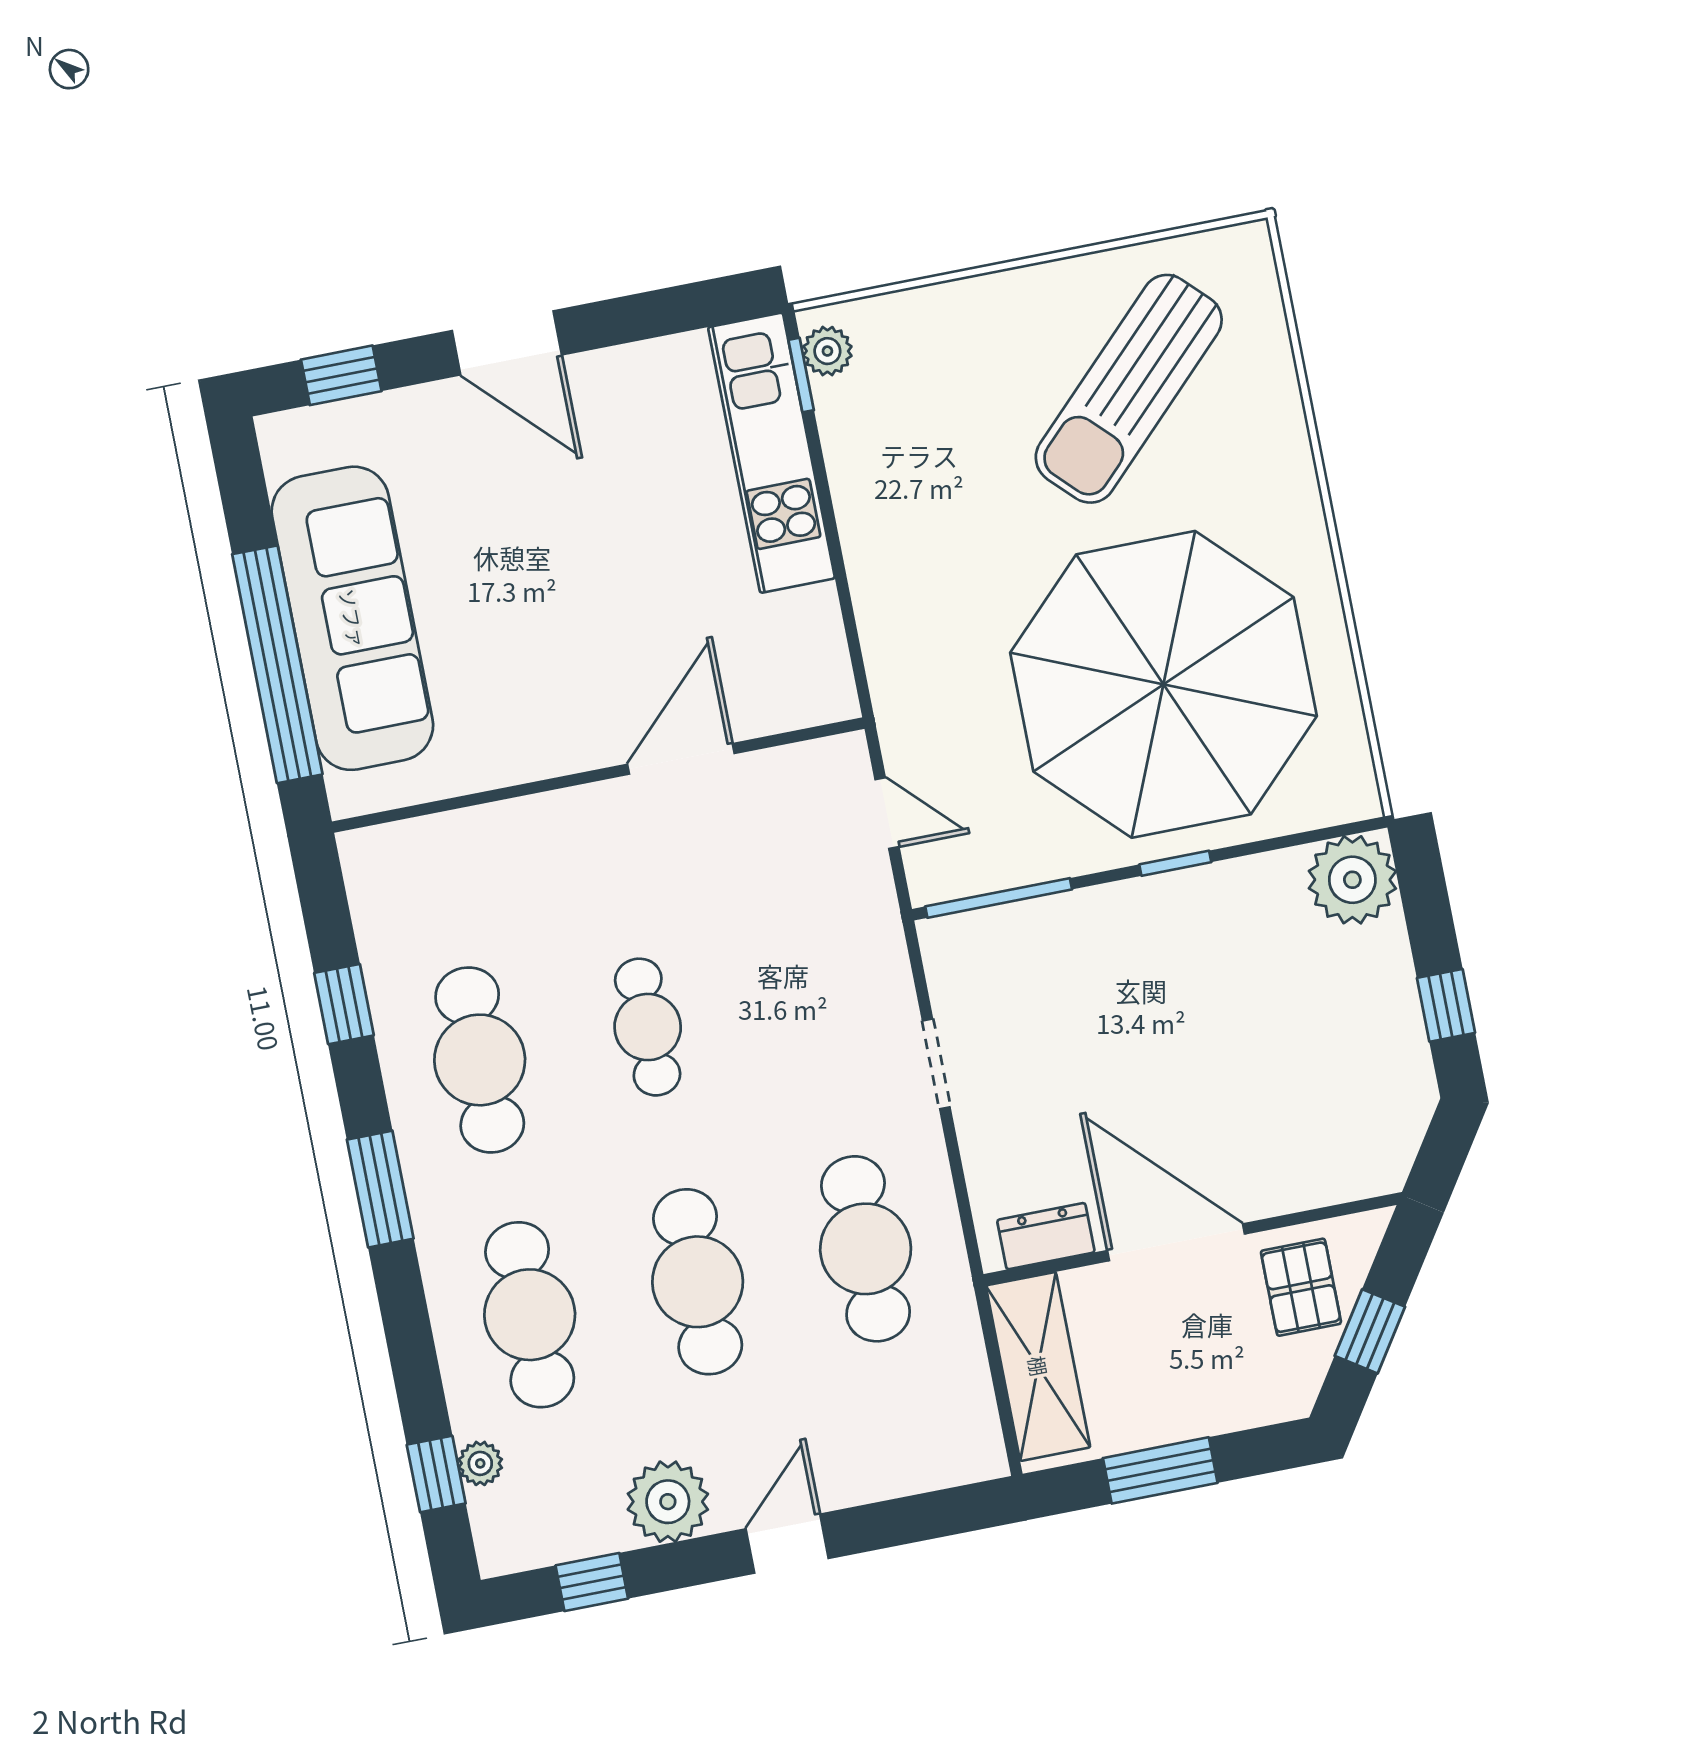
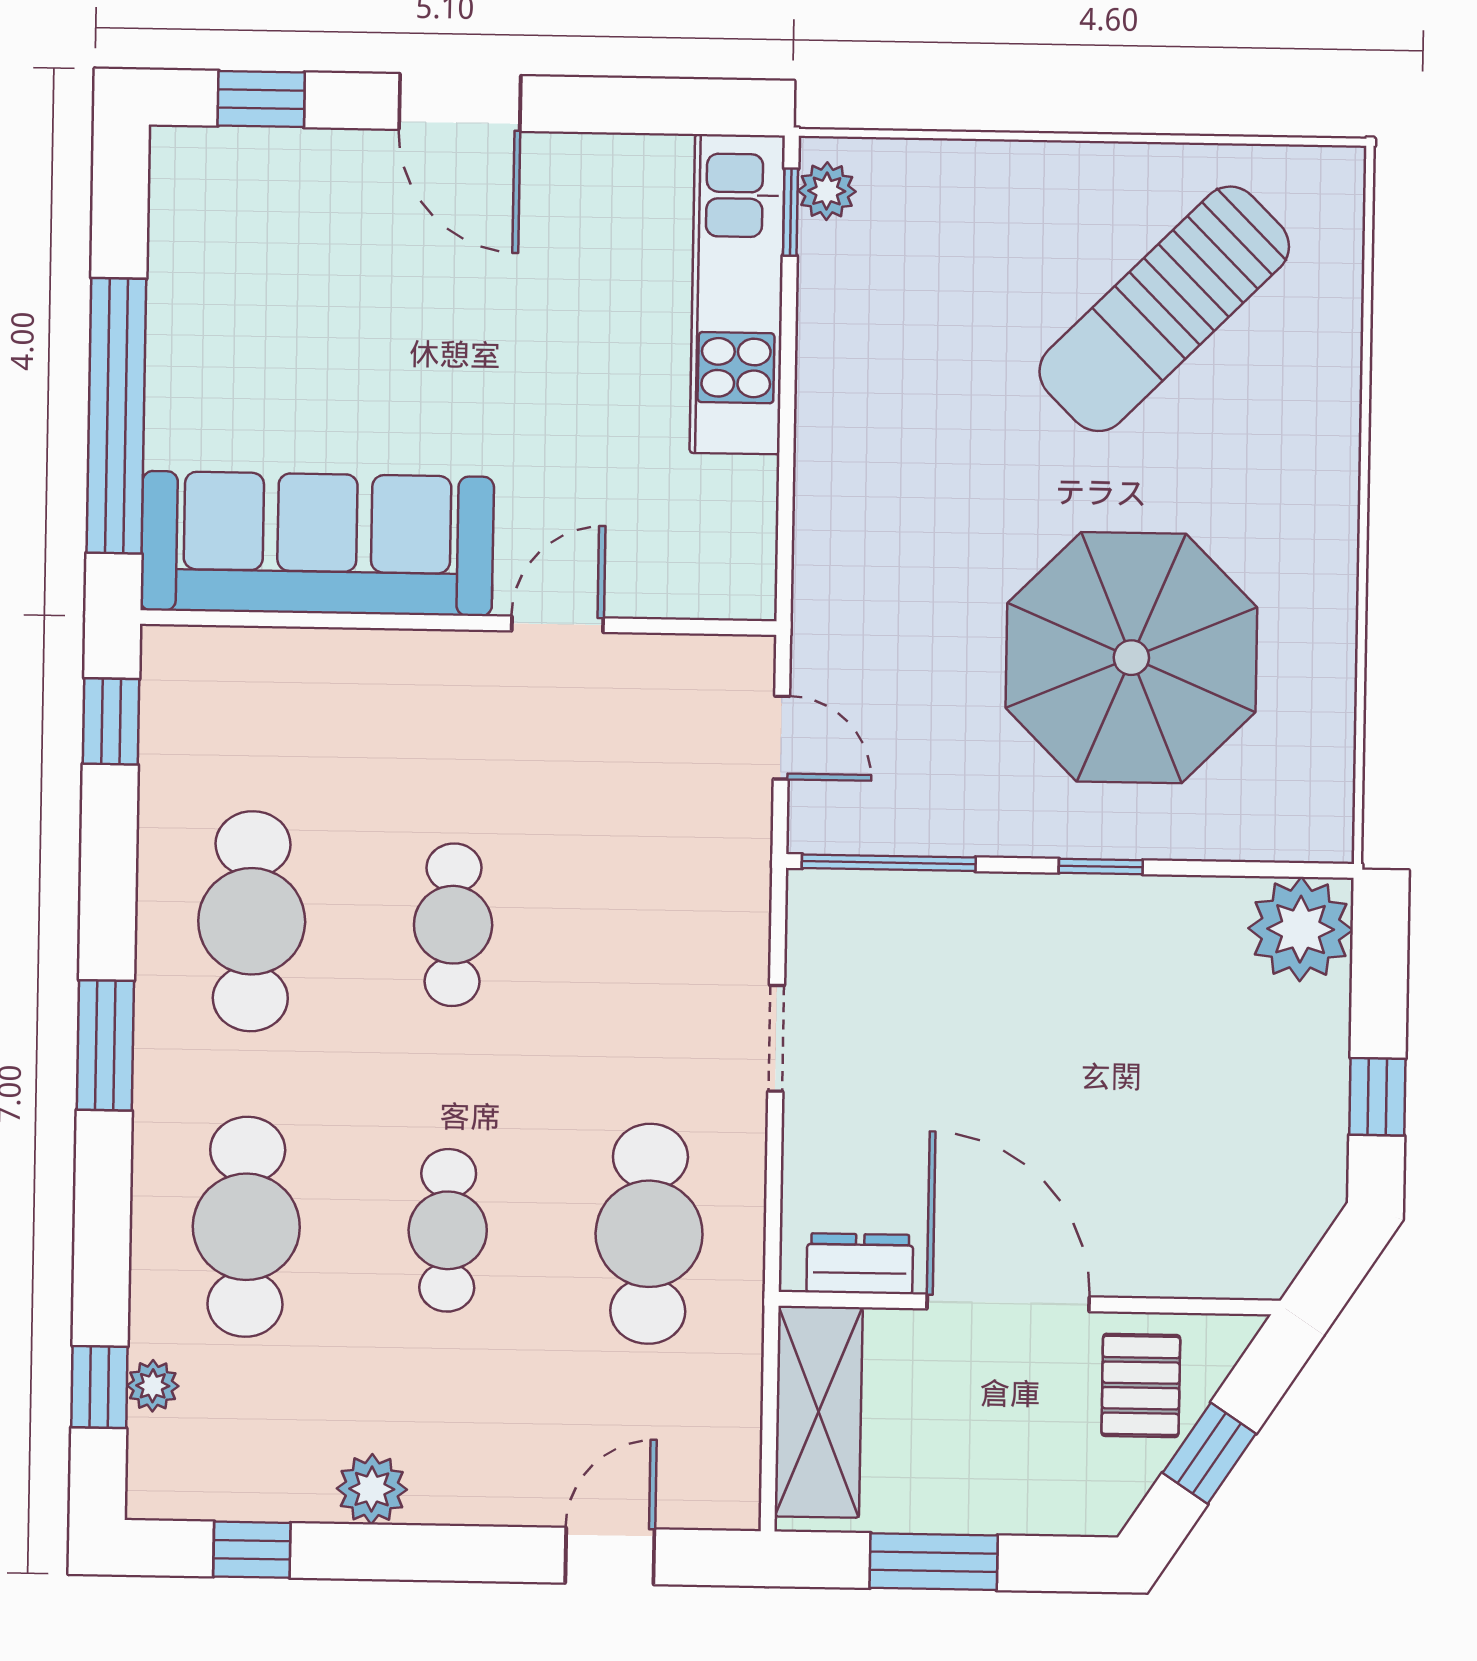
sofa: (352, 618) -> (317, 544), moved, turned -90
parasol: (1163, 684) -> (1131, 658), width x0.73, depth x0.73
door: (681, 759) -> (557, 624), width x0.73
window: (344, 1004) -> (111, 721), moved
cafe table: (698, 1282) -> (448, 1230), width x0.73, depth x0.74
plant: (668, 1502) -> (372, 1489), width x0.73, depth x0.73
door: (787, 1544) -> (610, 1556), moved

